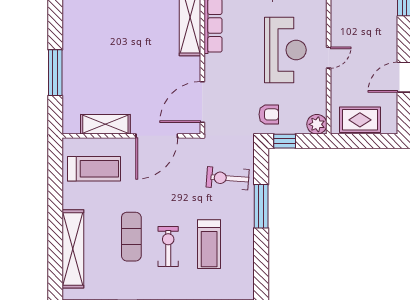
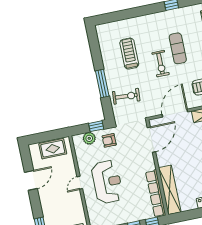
reception desk: (285, 50) -> (107, 182), turned 180
plant: (317, 124) -> (89, 138), moved
exercise bike: (168, 247) -> (161, 64), moved

